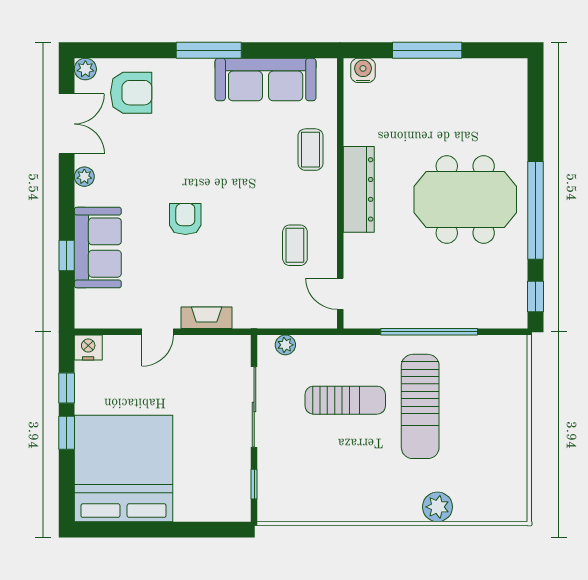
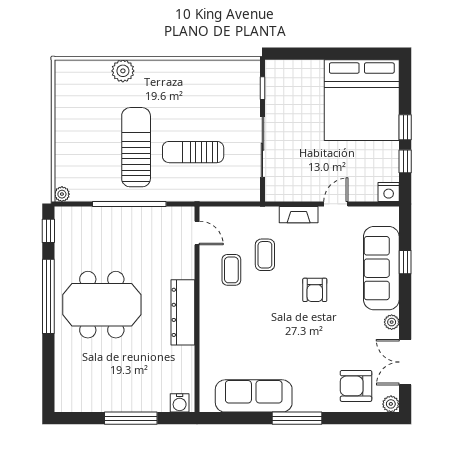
coffee table: (311, 150) -> (265, 255), moved
sofa: (98, 248) -> (381, 268), width x1.36
plant: (285, 345) -> (62, 194), moved

